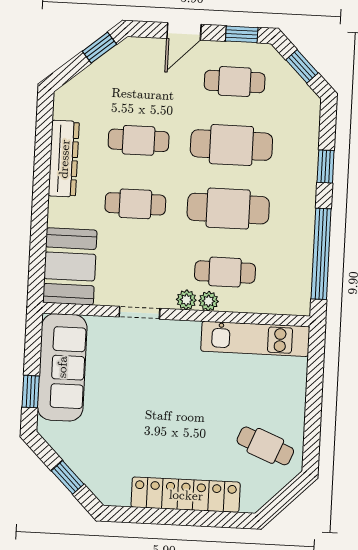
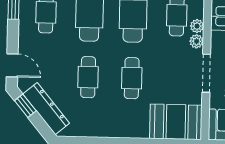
door: (184, 31) -> (12, 65), moved
dresser: (64, 159) -> (46, 109), moved, turned 50
doorway: (139, 313) -> (206, 73), width x1.38

